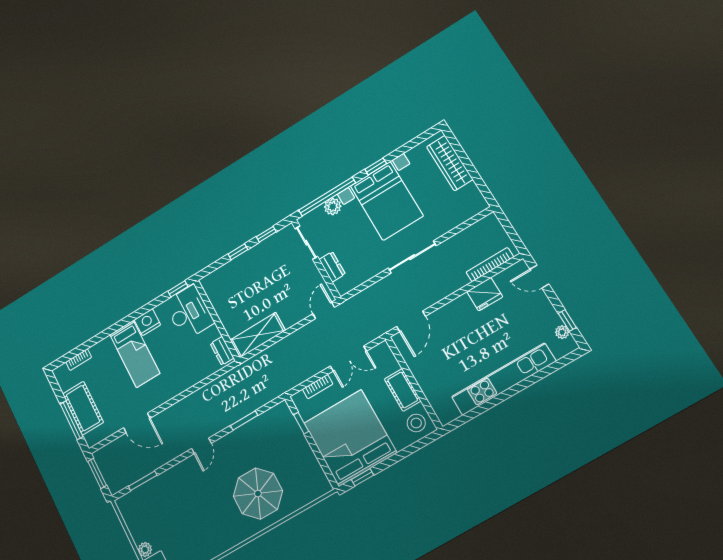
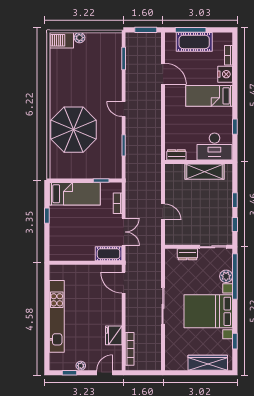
window: (376, 166) -> (235, 341), moved
window: (178, 289) -> (235, 127), moved
door: (324, 310) -> (163, 212), moved
nightstand: (147, 322) -> (225, 74), moved
plant: (562, 332) -> (81, 366), moved
shelving: (258, 335) -> (204, 172), moved, turned 90
double door: (348, 359) -> (124, 232), swing flipped
cot: (403, 390) -> (109, 254), moved
door: (137, 423) -> (163, 74), swing flipped
stool: (416, 423) -> (61, 250), removed
bed: (350, 438) -> (75, 194), width x0.49
window: (362, 477) -> (47, 216), moved
parasol: (258, 493) -> (74, 130), width x1.36, depth x1.36

